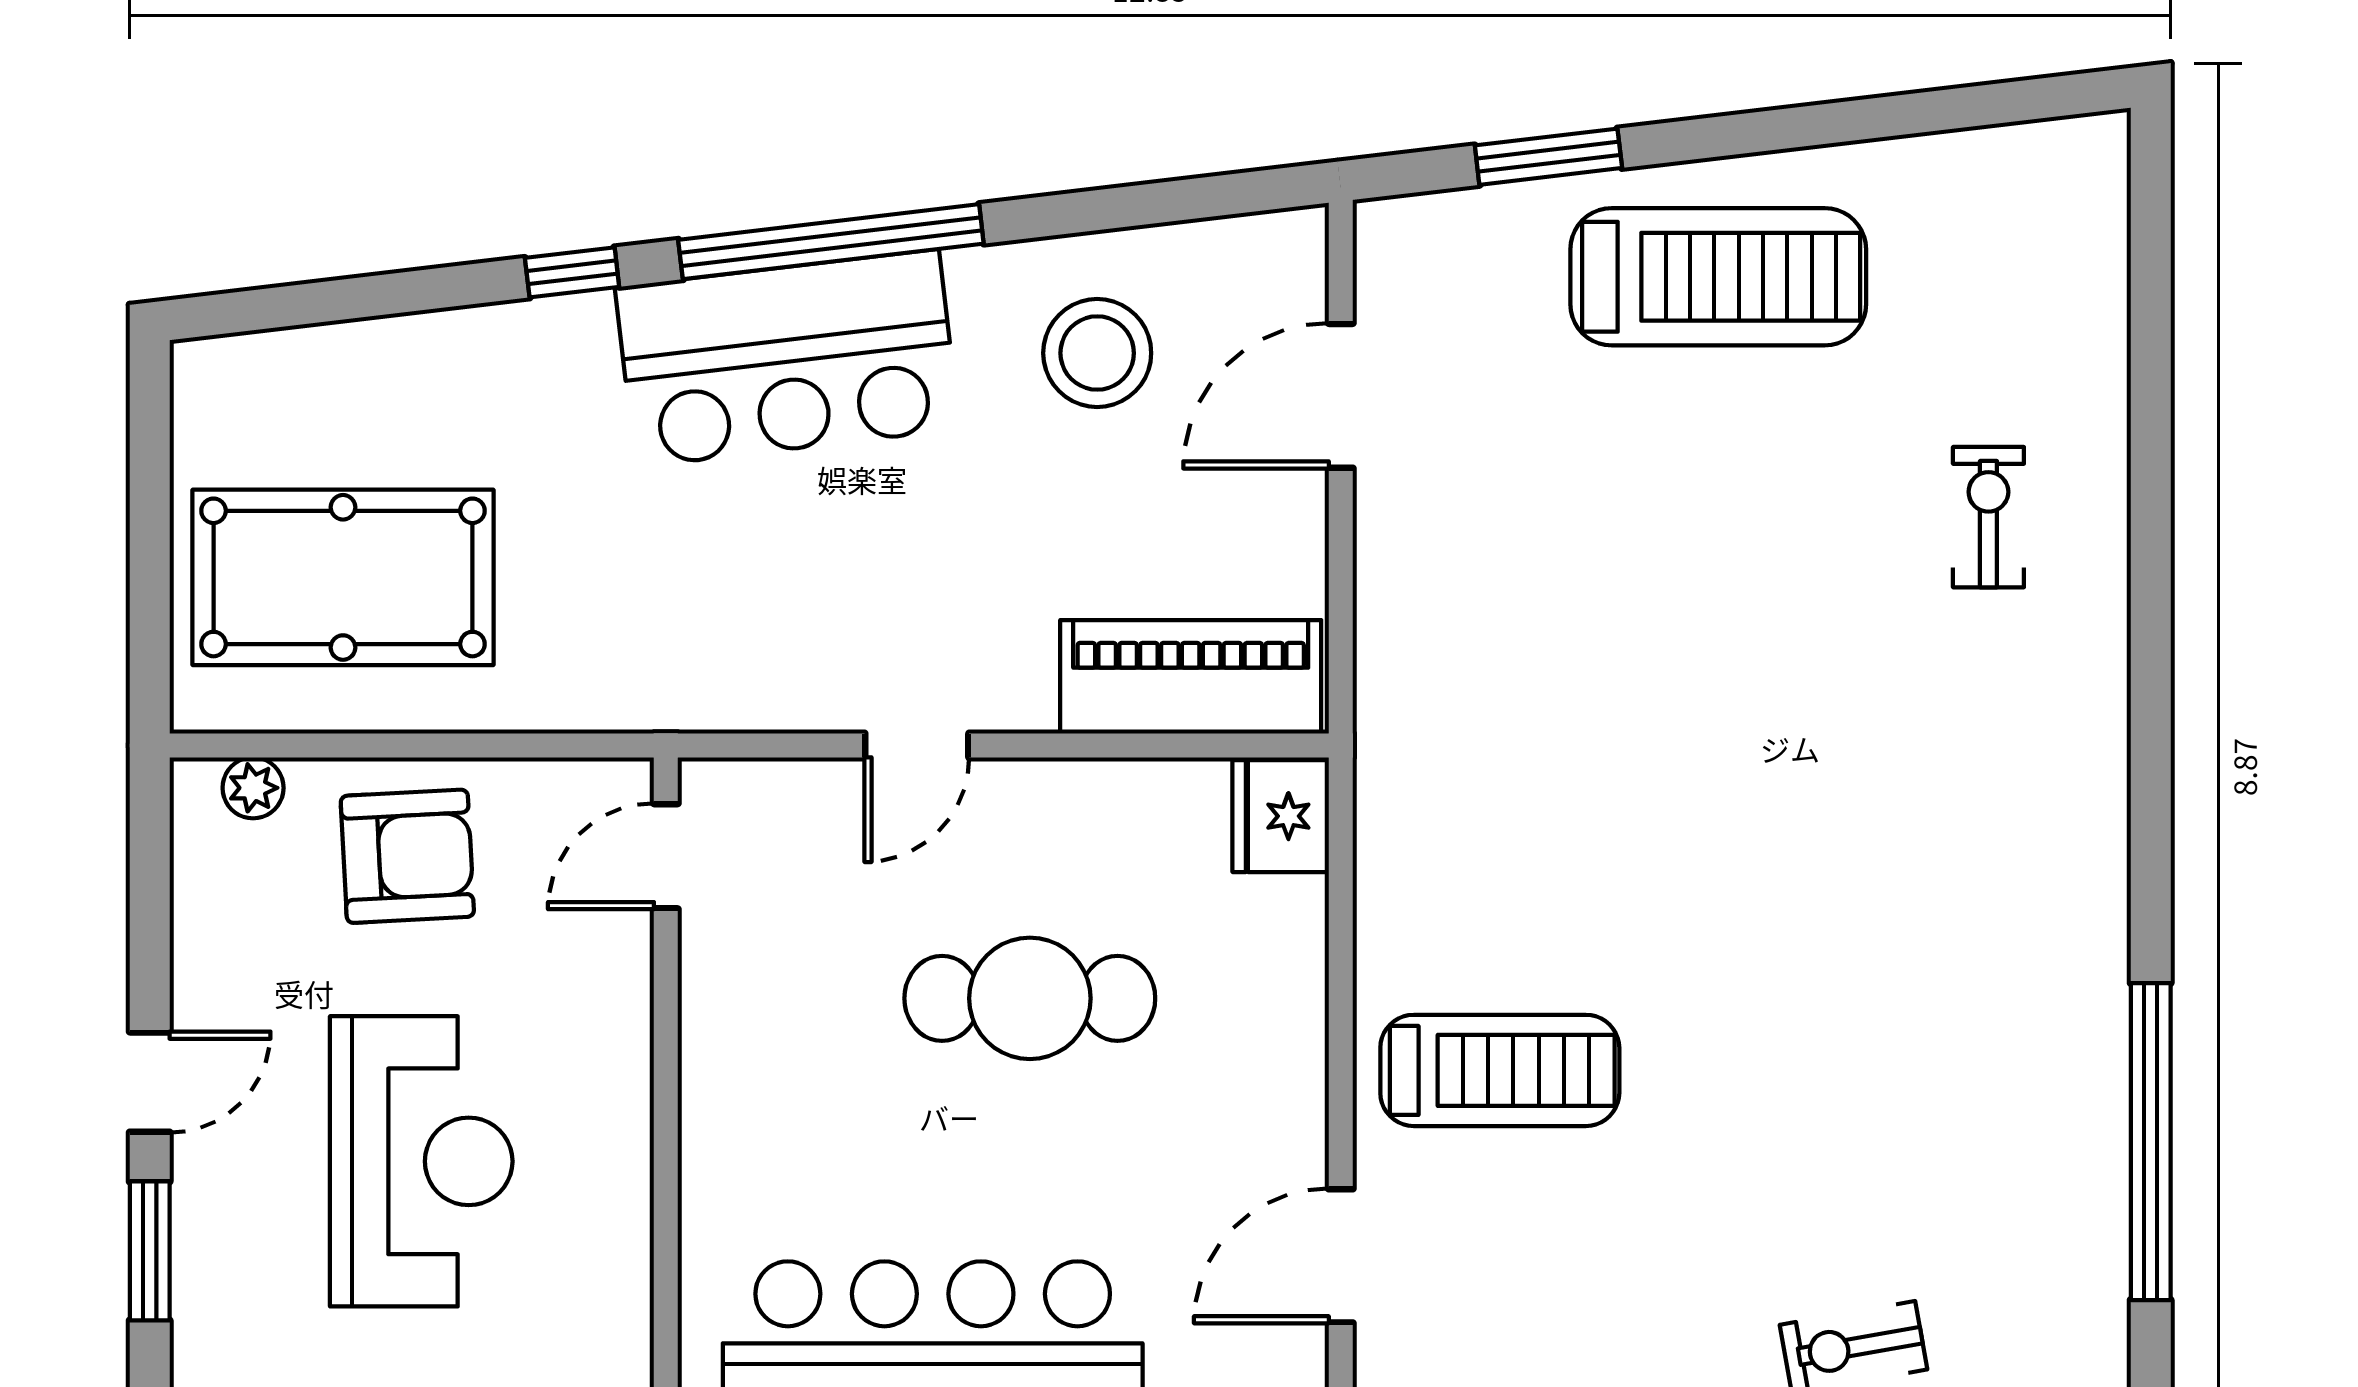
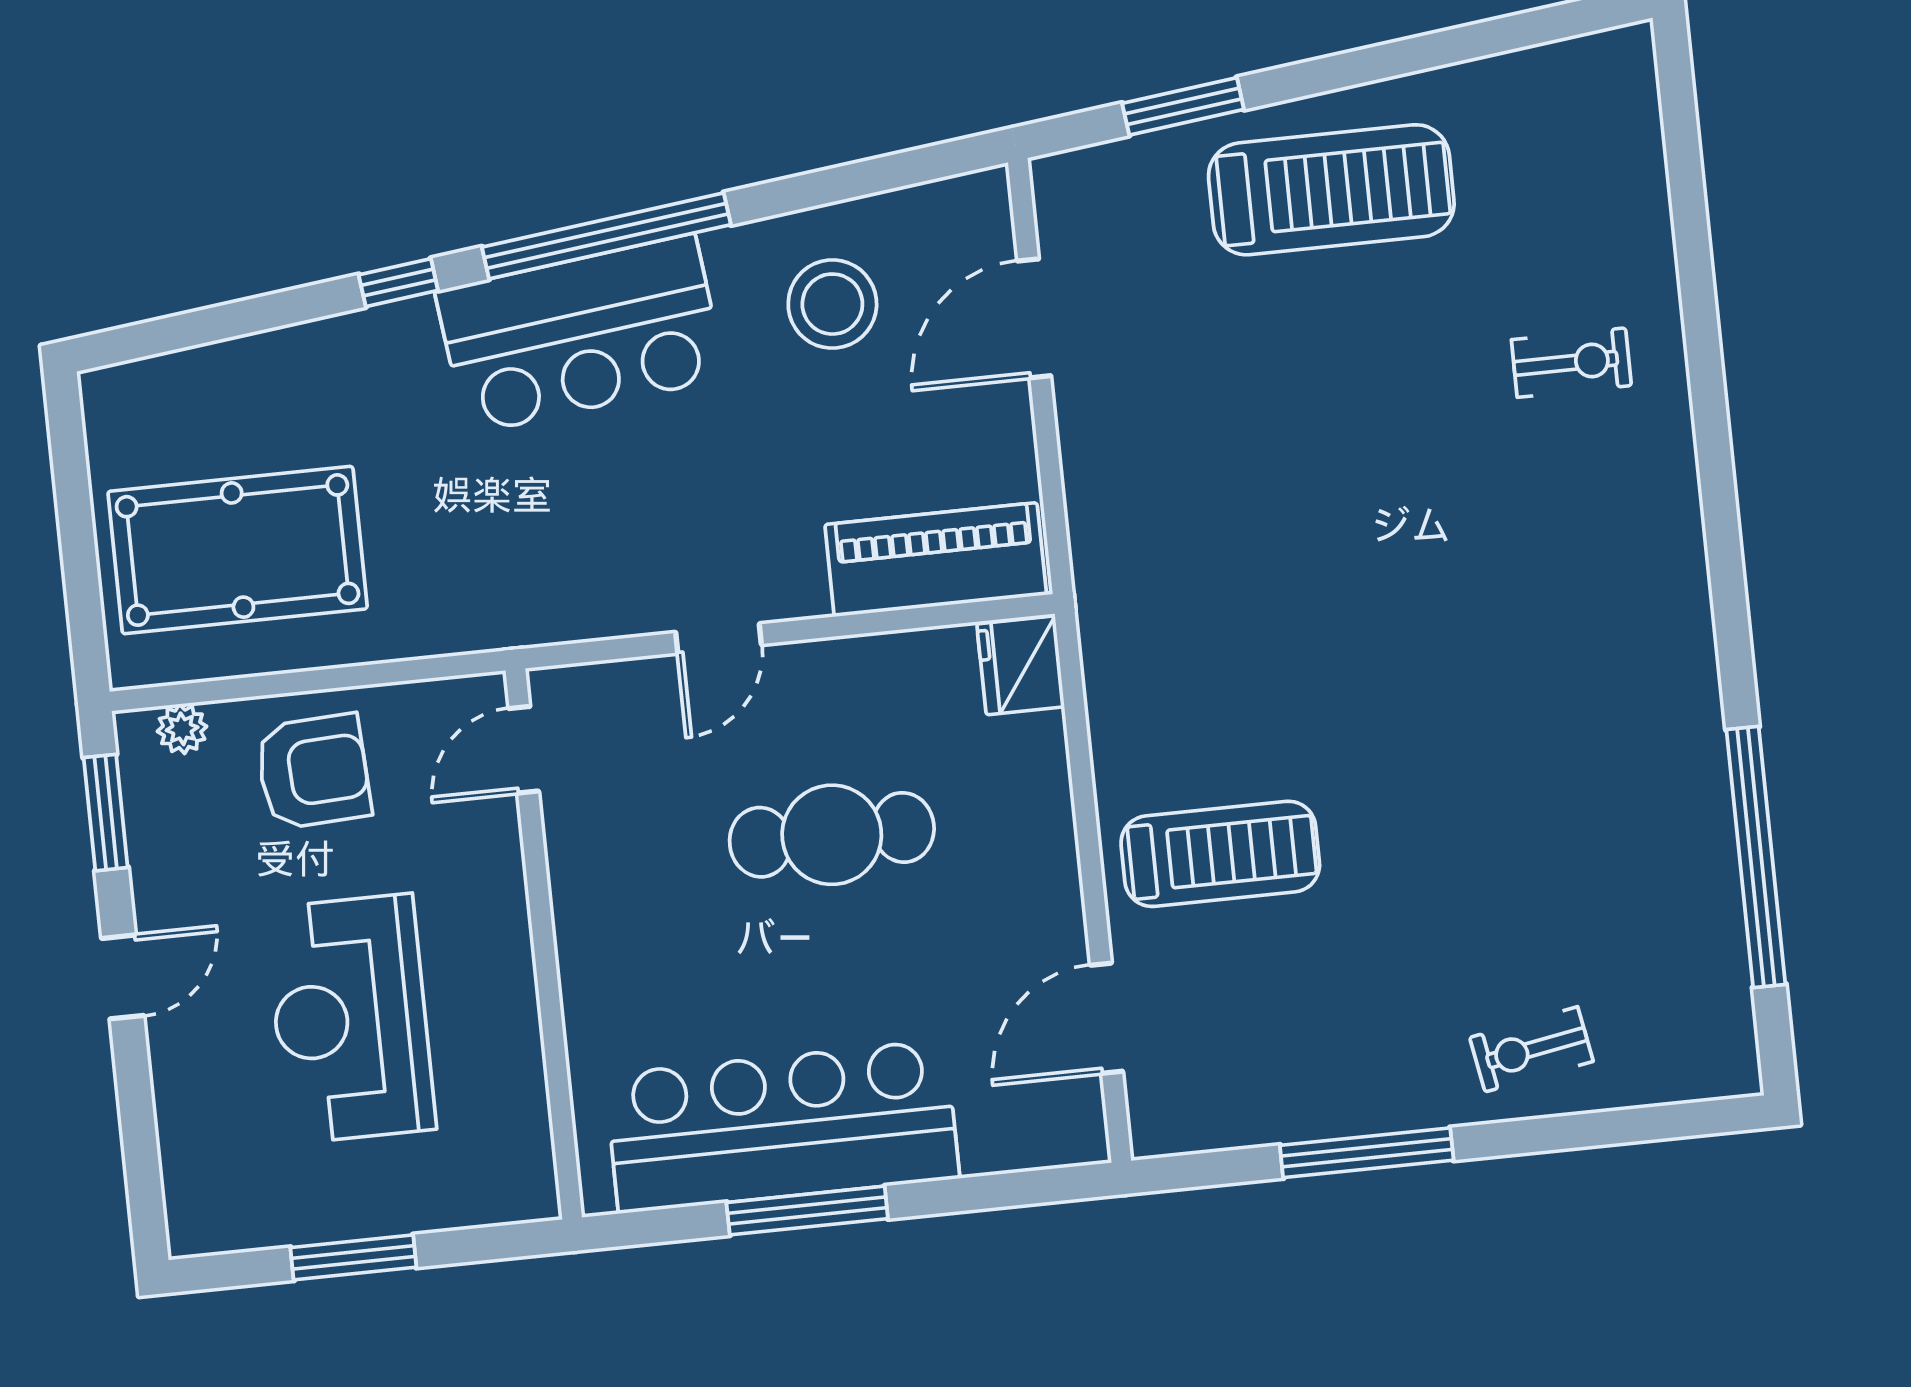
exercise bike: (1988, 517) -> (1571, 363), turned 90
reception desk: (421, 1161) -> (350, 1019), turned 180
window: (150, 1251) -> (106, 813), moved

